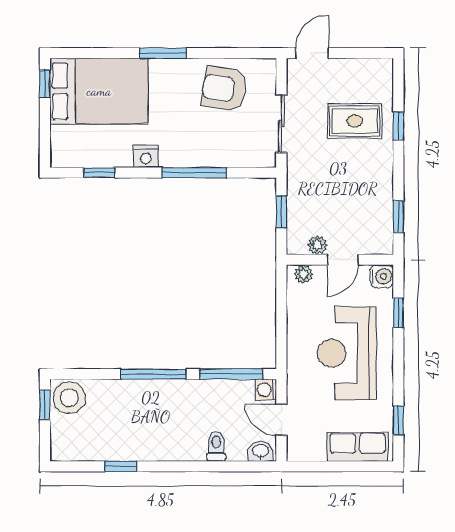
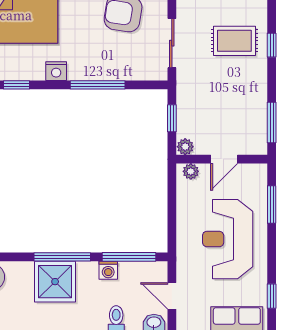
window: (398, 217) -> (272, 123), width x1.50
plant: (317, 245) -> (185, 147), moved
water cooler: (382, 276) -> (258, 173), removed
window: (398, 313) -> (272, 204), width x1.50
washing machine: (266, 390) -> (108, 270), moved, turned -90
shower: (145, 403) -> (55, 282), added

